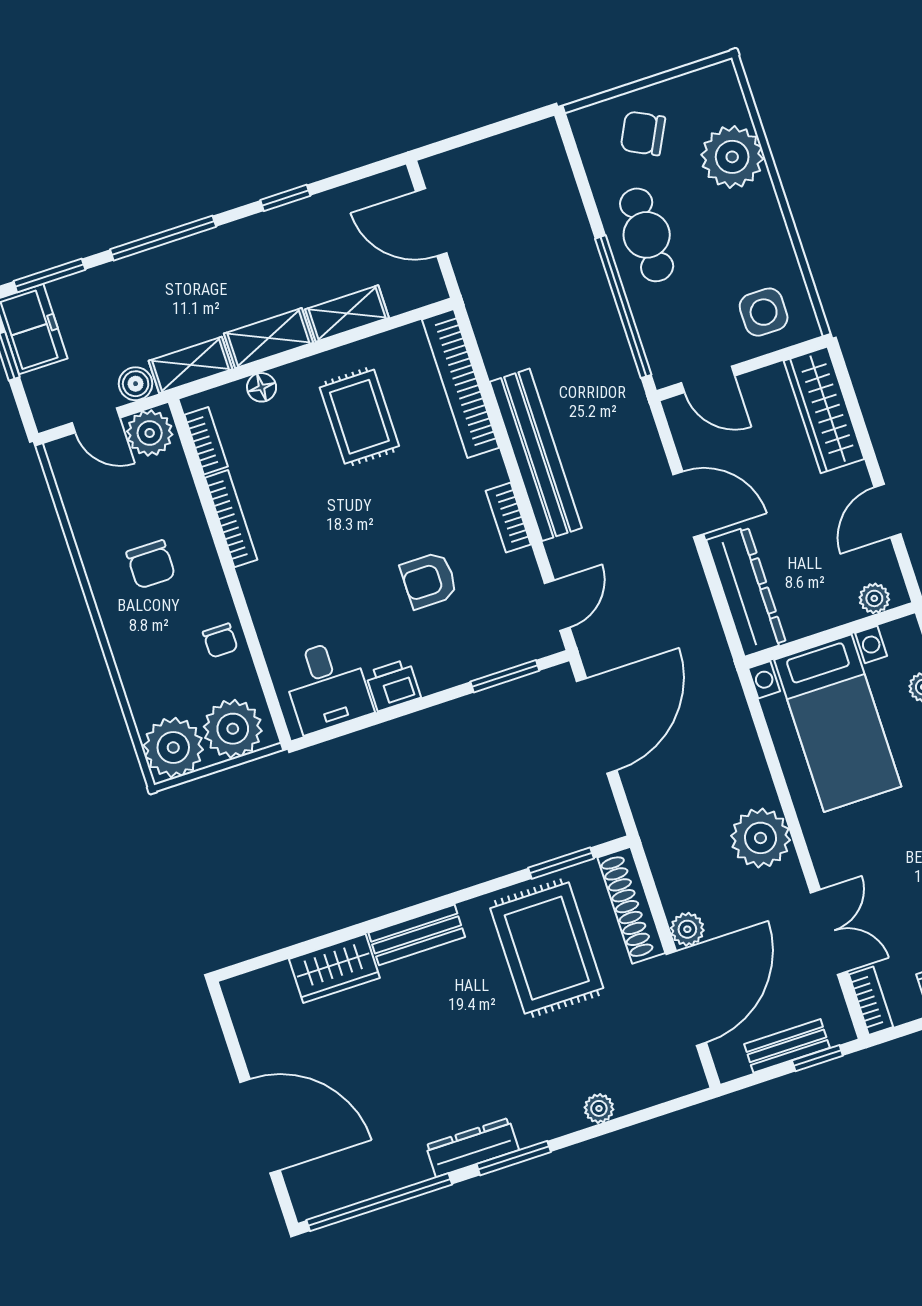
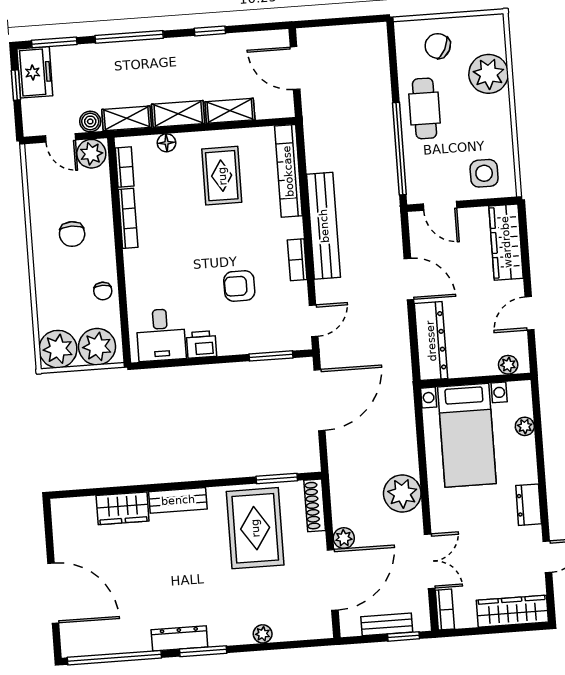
shoe rack: (631, 905) -> (315, 505), width x0.74, depth x0.81

